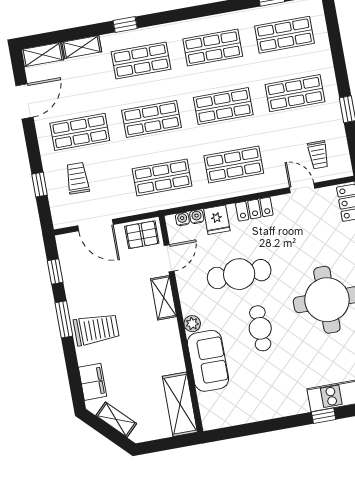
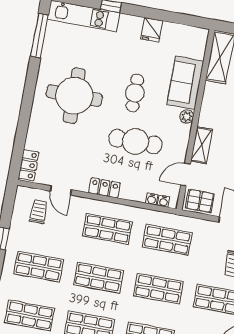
fridge: (217, 220) -> (152, 30), moved, turned 180

